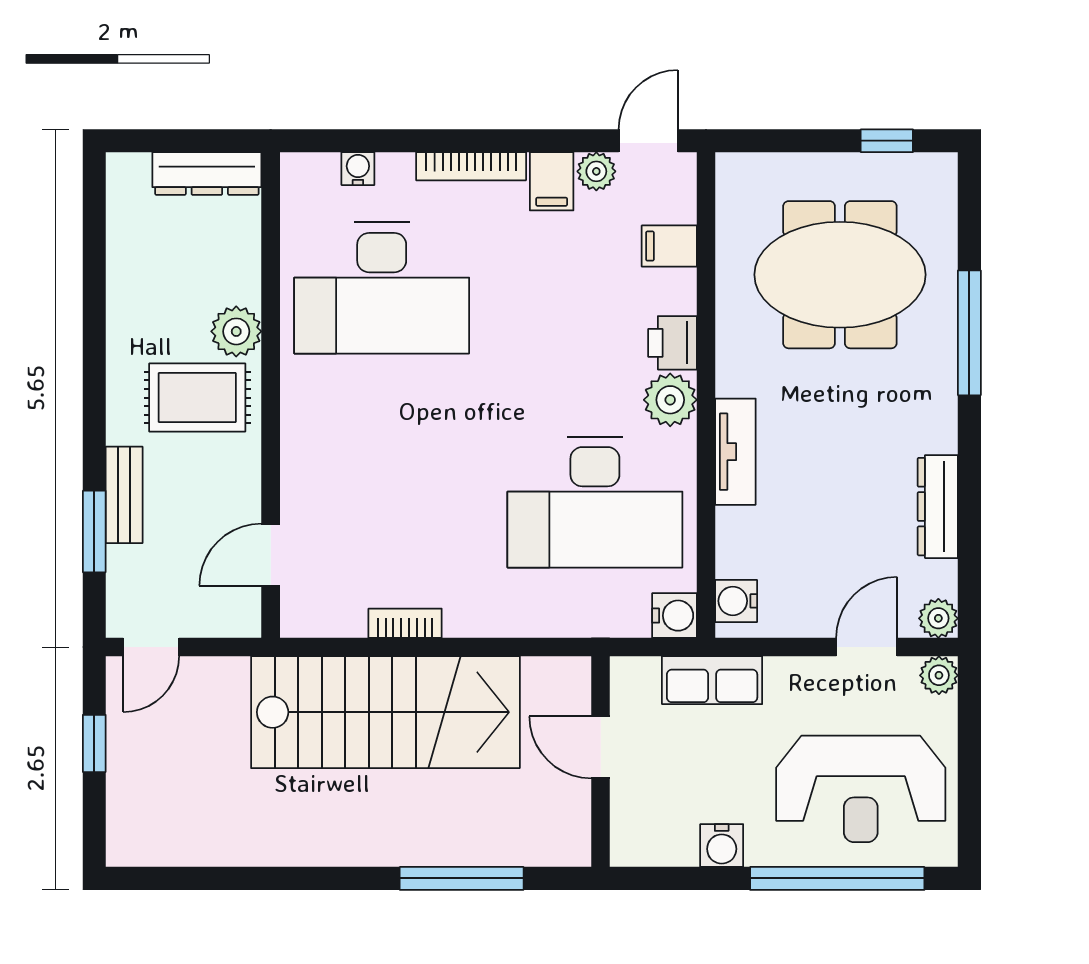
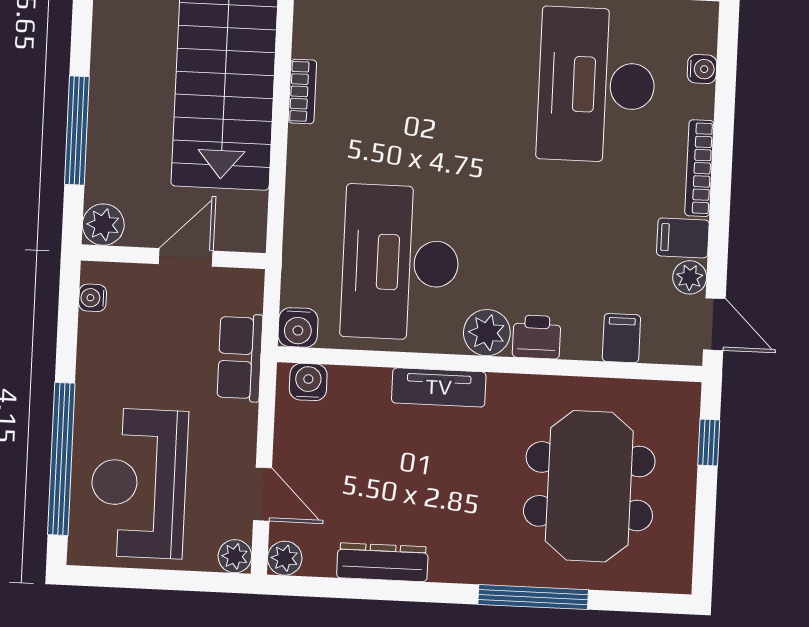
window: (887, 141) -> (709, 443), moved
plant: (568, 843) -> (103, 225), added
water cooler: (722, 846) -> (93, 298), moved, width x0.72, depth x0.72

